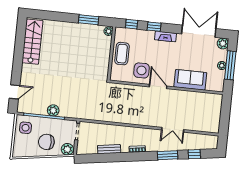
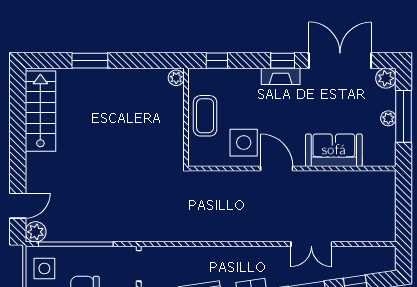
window: (89, 20) -> (90, 61), moved
window: (154, 27) -> (283, 61), moved
plant: (53, 110) -> (36, 232), moved

